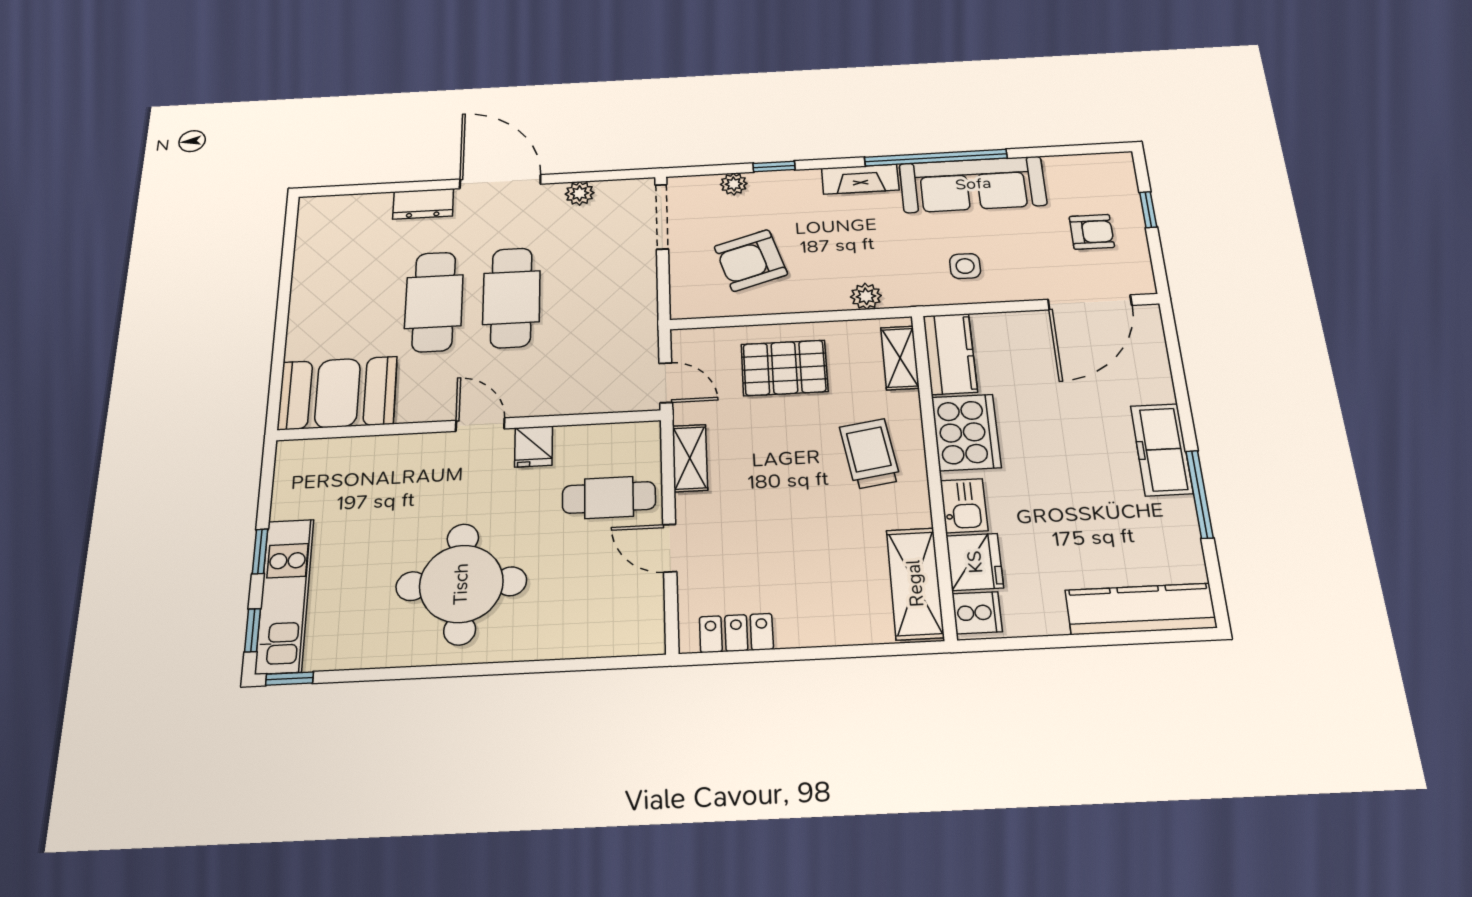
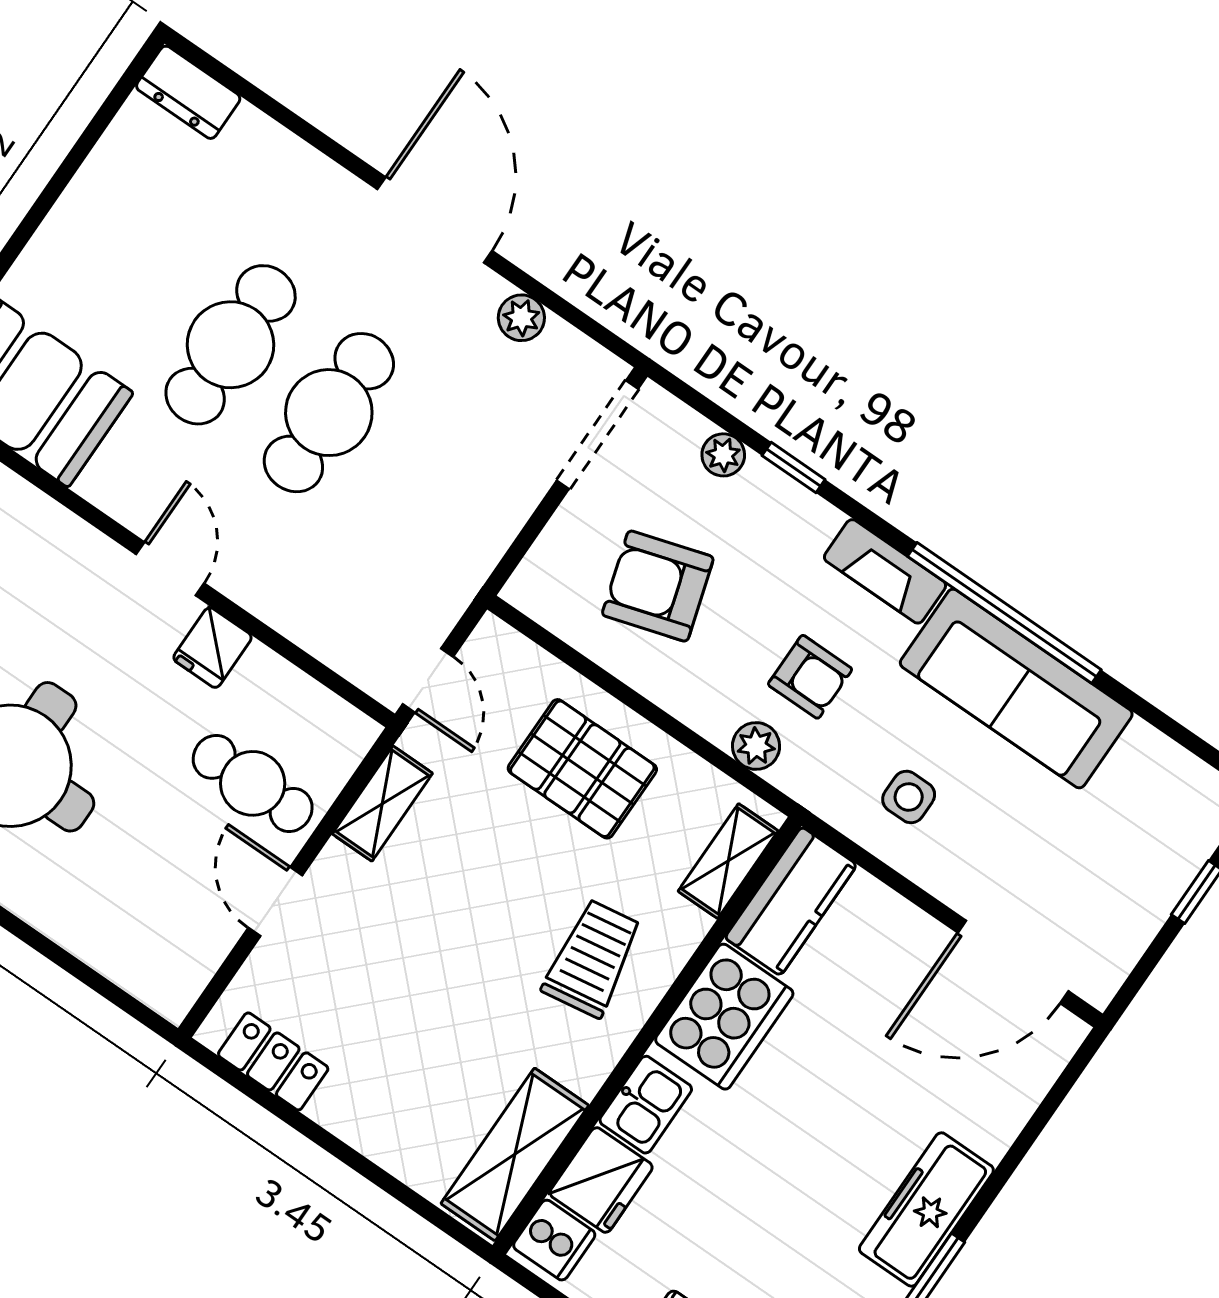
dresser: (423, 204) -> (188, 92), moved
armchair: (1092, 232) -> (810, 677), moved

